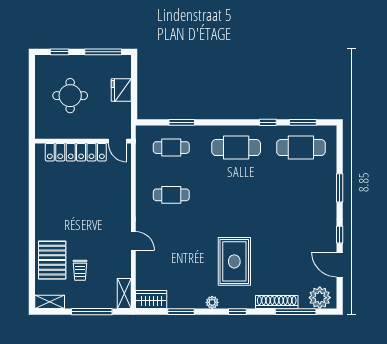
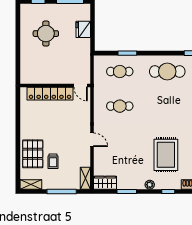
wall: (83, 141) -> (55, 86), moved
door: (118, 141) -> (81, 86), moved
locker: (76, 152) -> (50, 94), moved

